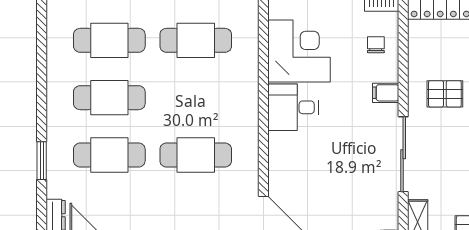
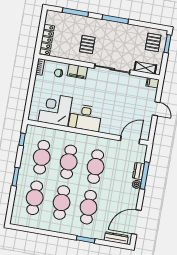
filing cabinet: (386, 93) -> (77, 71), width x2.00
cafe table: (196, 98) -> (69, 162), added
desk: (293, 107) -> (85, 118), width x1.37

